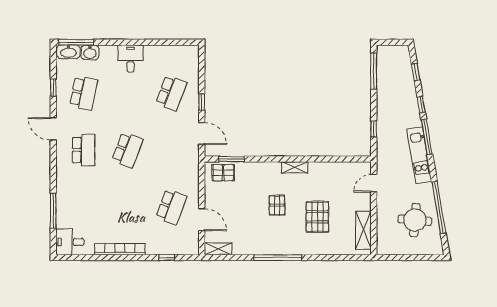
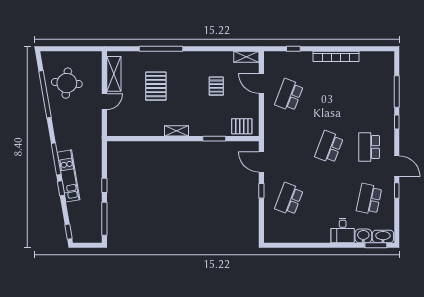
window: (76, 42) -> (376, 245), width x0.69
desk: (130, 58) -> (343, 230), moved
window: (416, 72) -> (68, 232), moved
window: (53, 88) -> (397, 190), moved
window: (374, 129) -> (104, 185), moved
kitchen unit: (419, 155) -> (69, 176), moved
window: (232, 159) -> (214, 139), moved
window: (53, 177) -> (397, 122), added
door: (374, 183) -> (104, 102), moved
pallet: (277, 205) -> (216, 86), moved
desk: (70, 242) -> (382, 63), removed
window: (278, 258) -> (161, 49), moved

